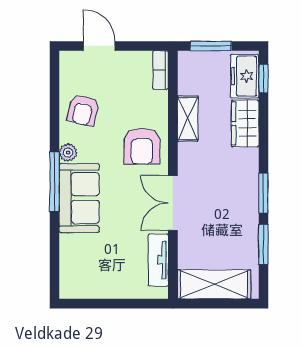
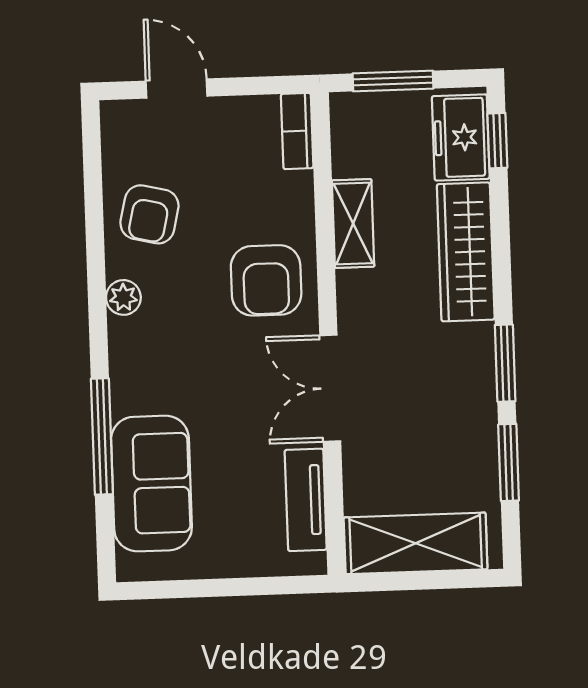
wardrobe: (245, 123) -> (466, 252), width x1.50
window: (55, 182) -> (102, 436), moved
sofa: (79, 198) -> (151, 484), moved

